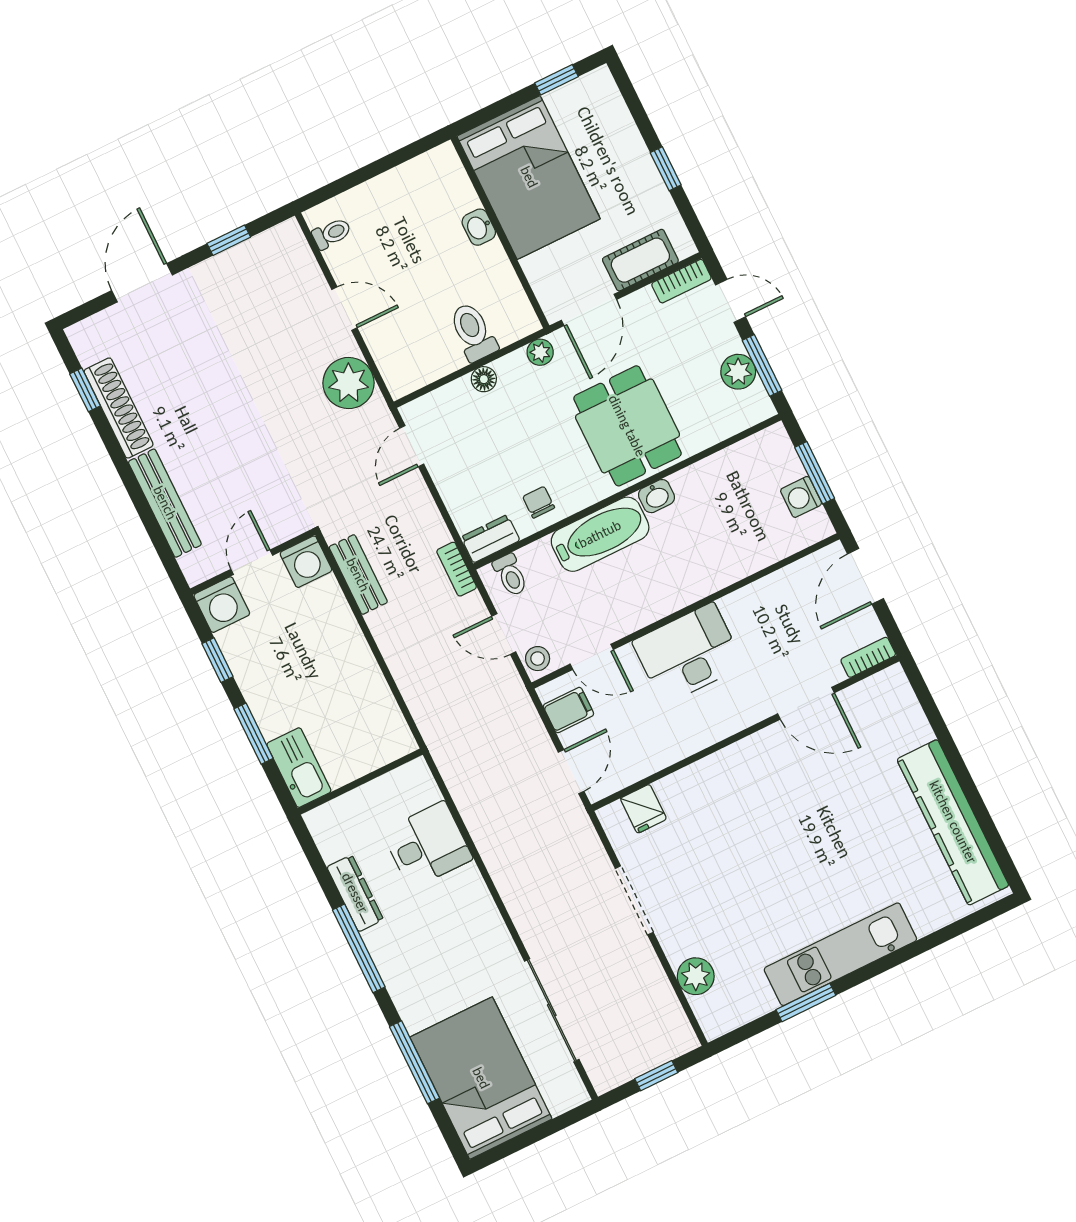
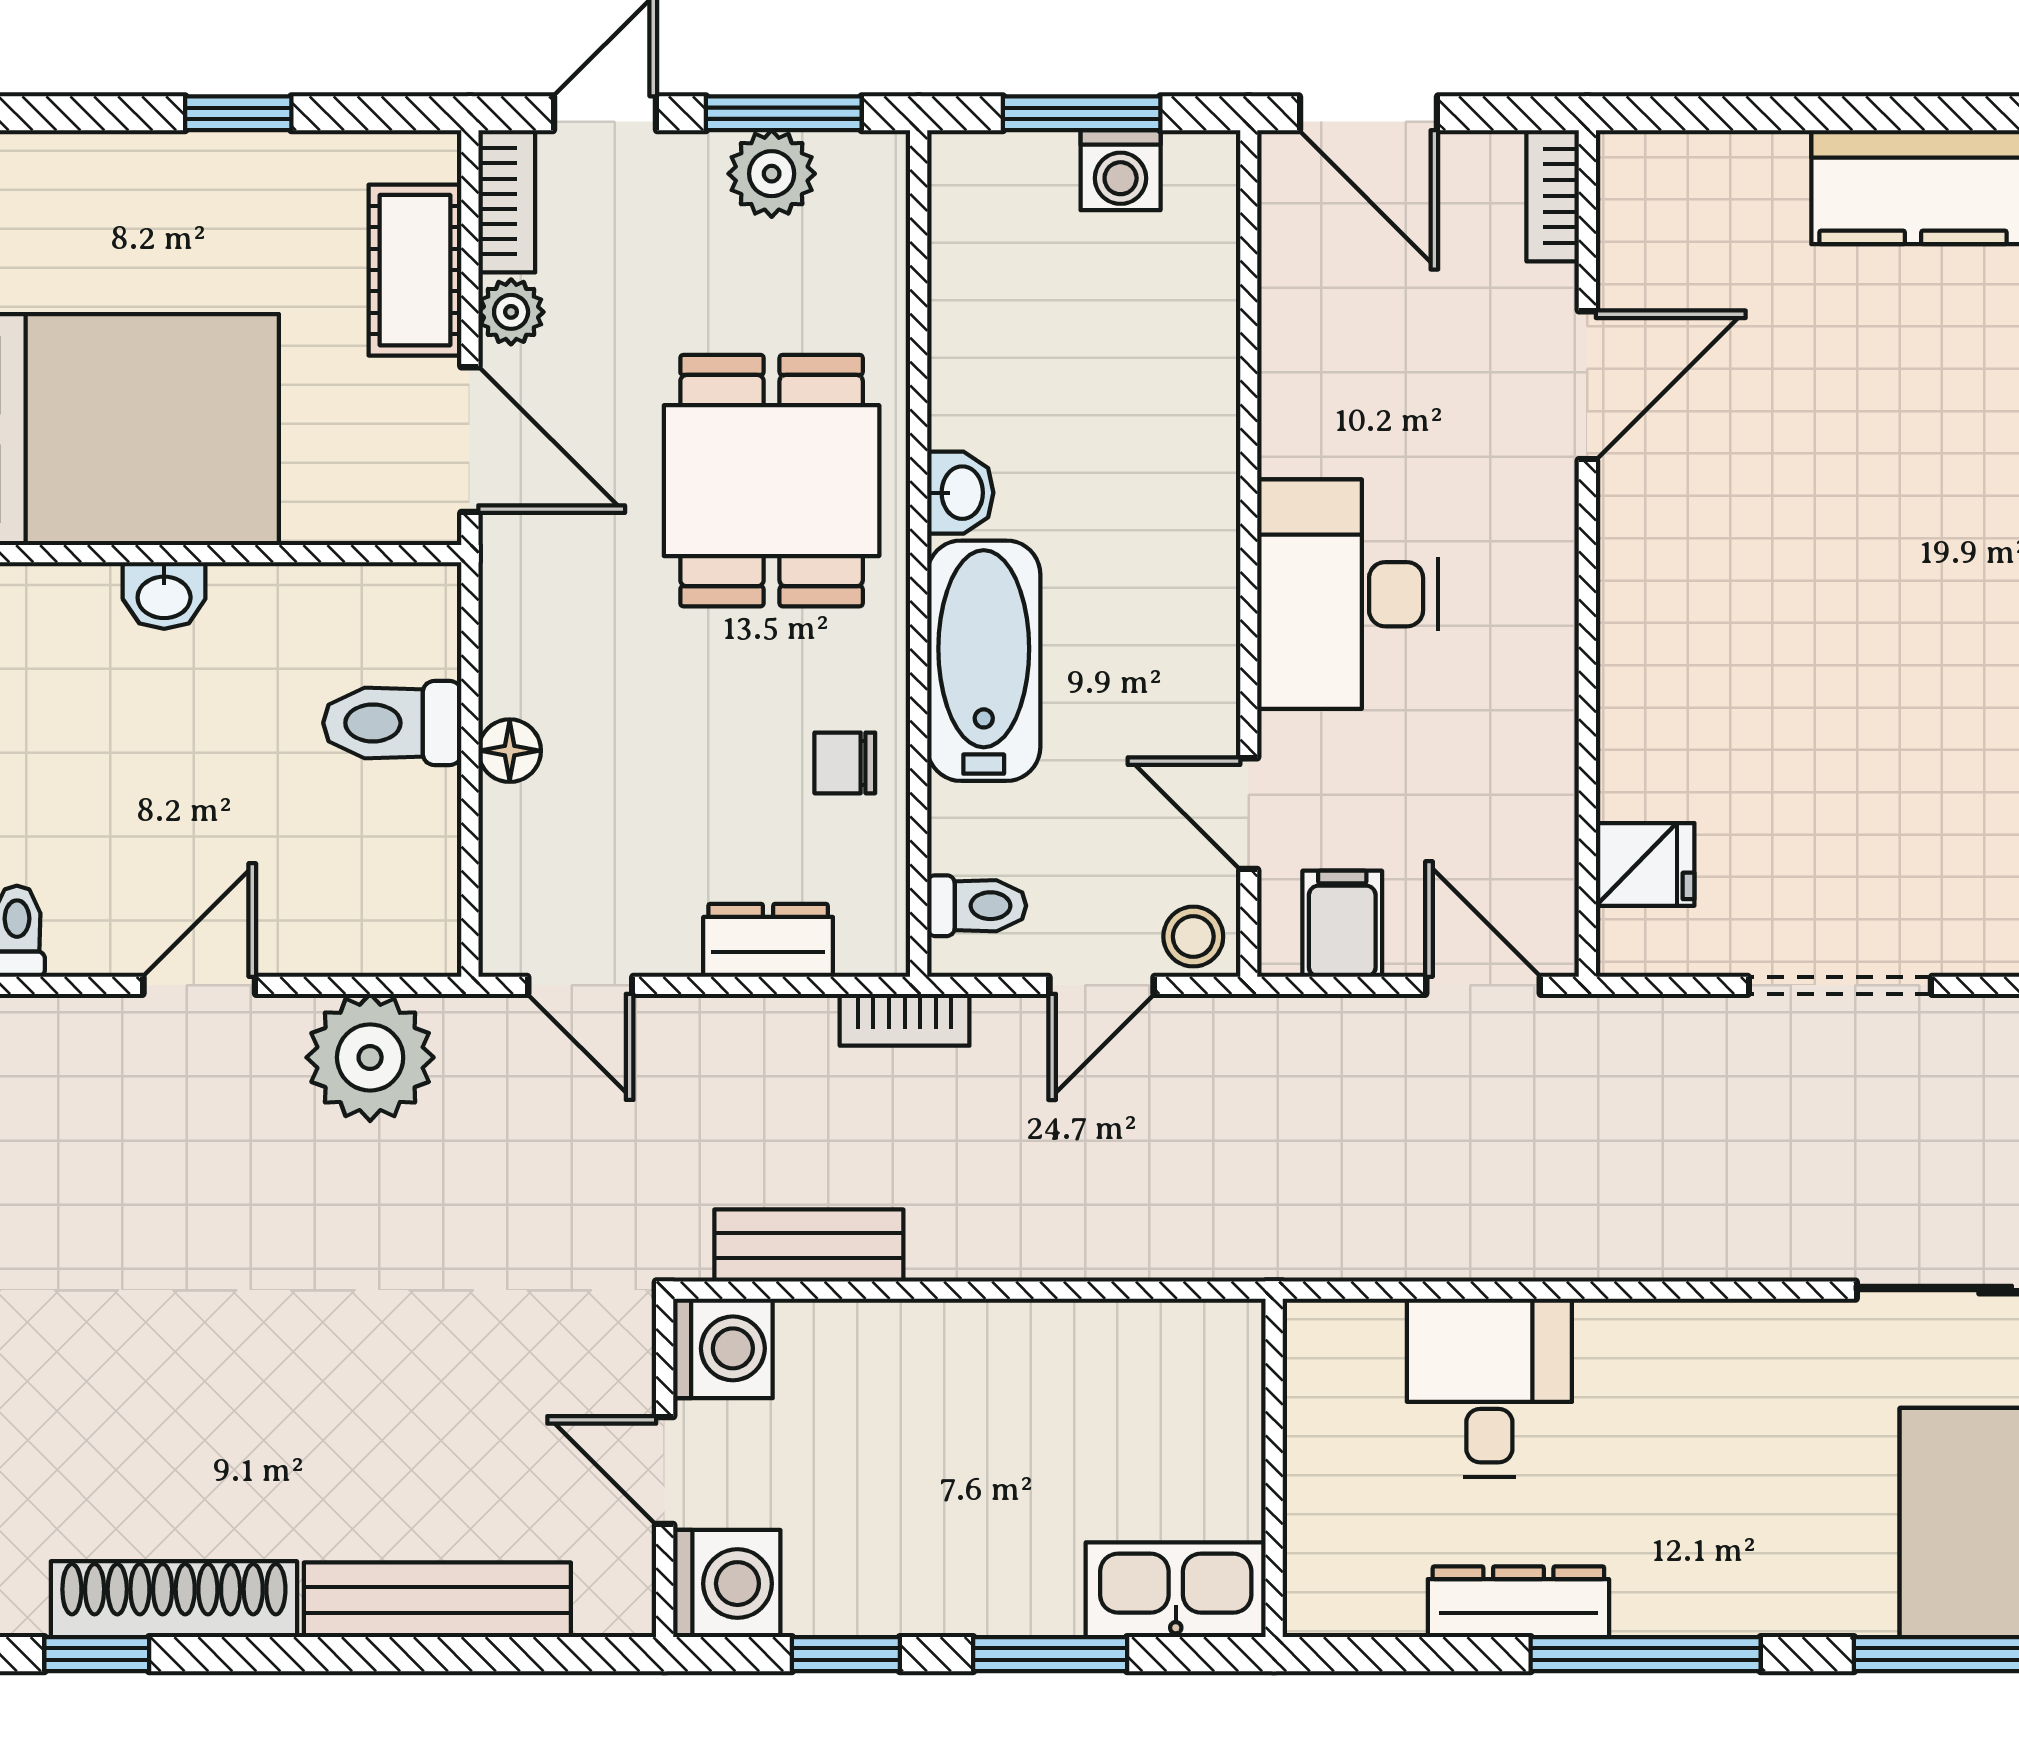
plant: (540, 352) -> (511, 312), moved
dining table: (627, 426) -> (772, 481), turned 90
dresser: (490, 539) -> (768, 940), moved, turned 90
door: (592, 657) -> (1249, 814), swing flipped

